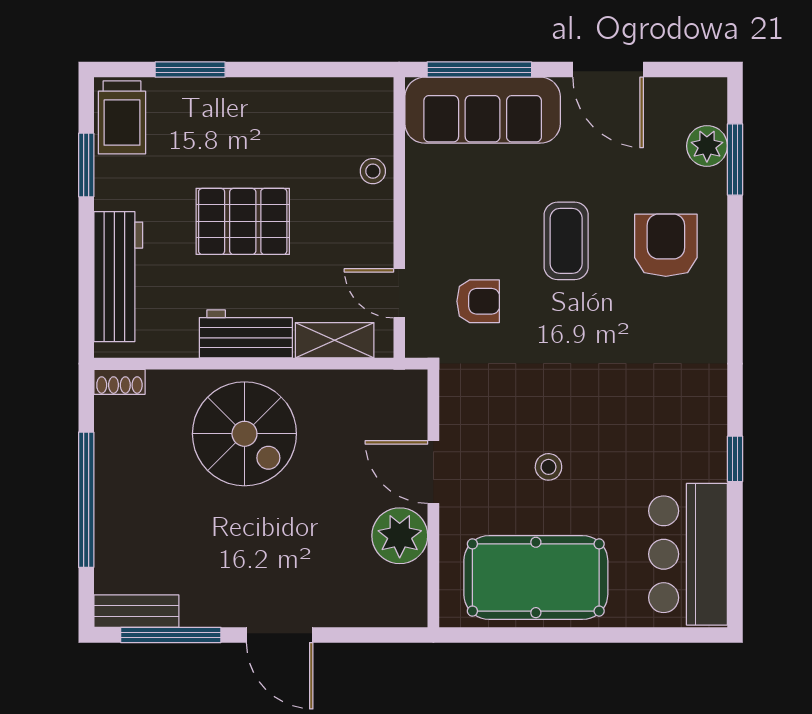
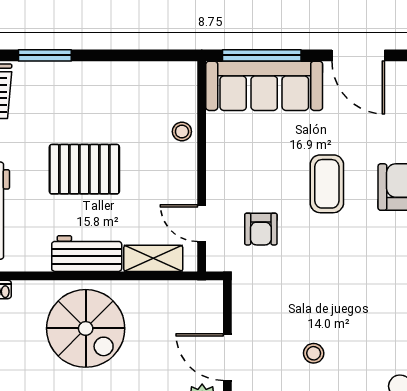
armchair: (478, 301) -> (261, 229), turned 90

